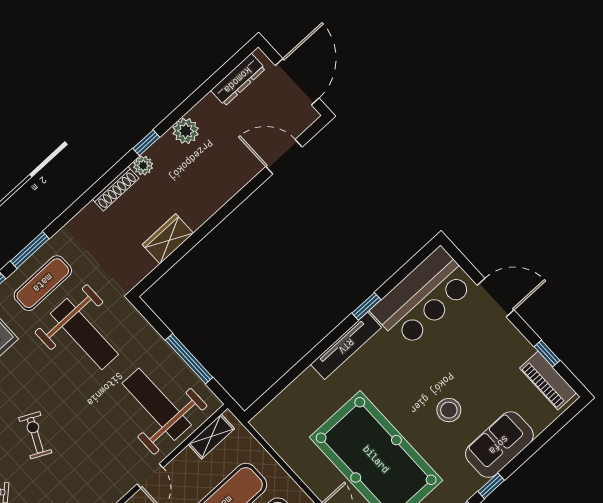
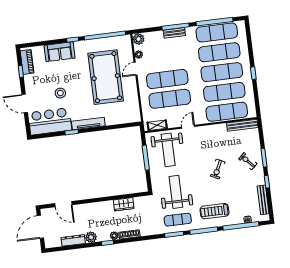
dresser: (238, 80) -> (73, 240), moved
stool: (449, 410) -> (60, 93), moved

